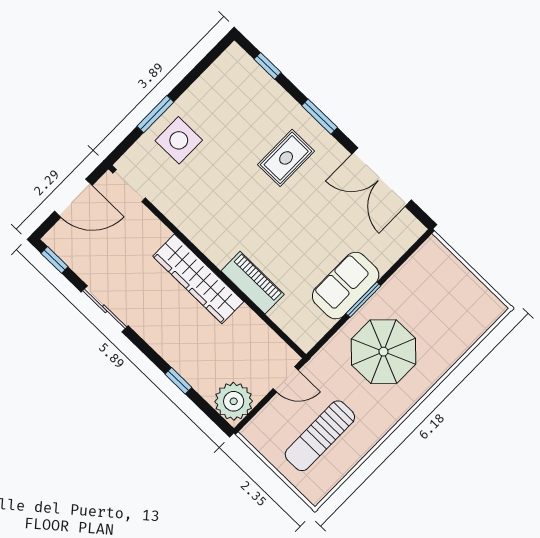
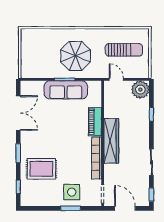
rug: (286, 158) -> (41, 169), moved, width x1.36, depth x1.43
bookcase: (194, 230) -> (97, 158), added
sofa: (346, 286) -> (66, 90), width x1.36

